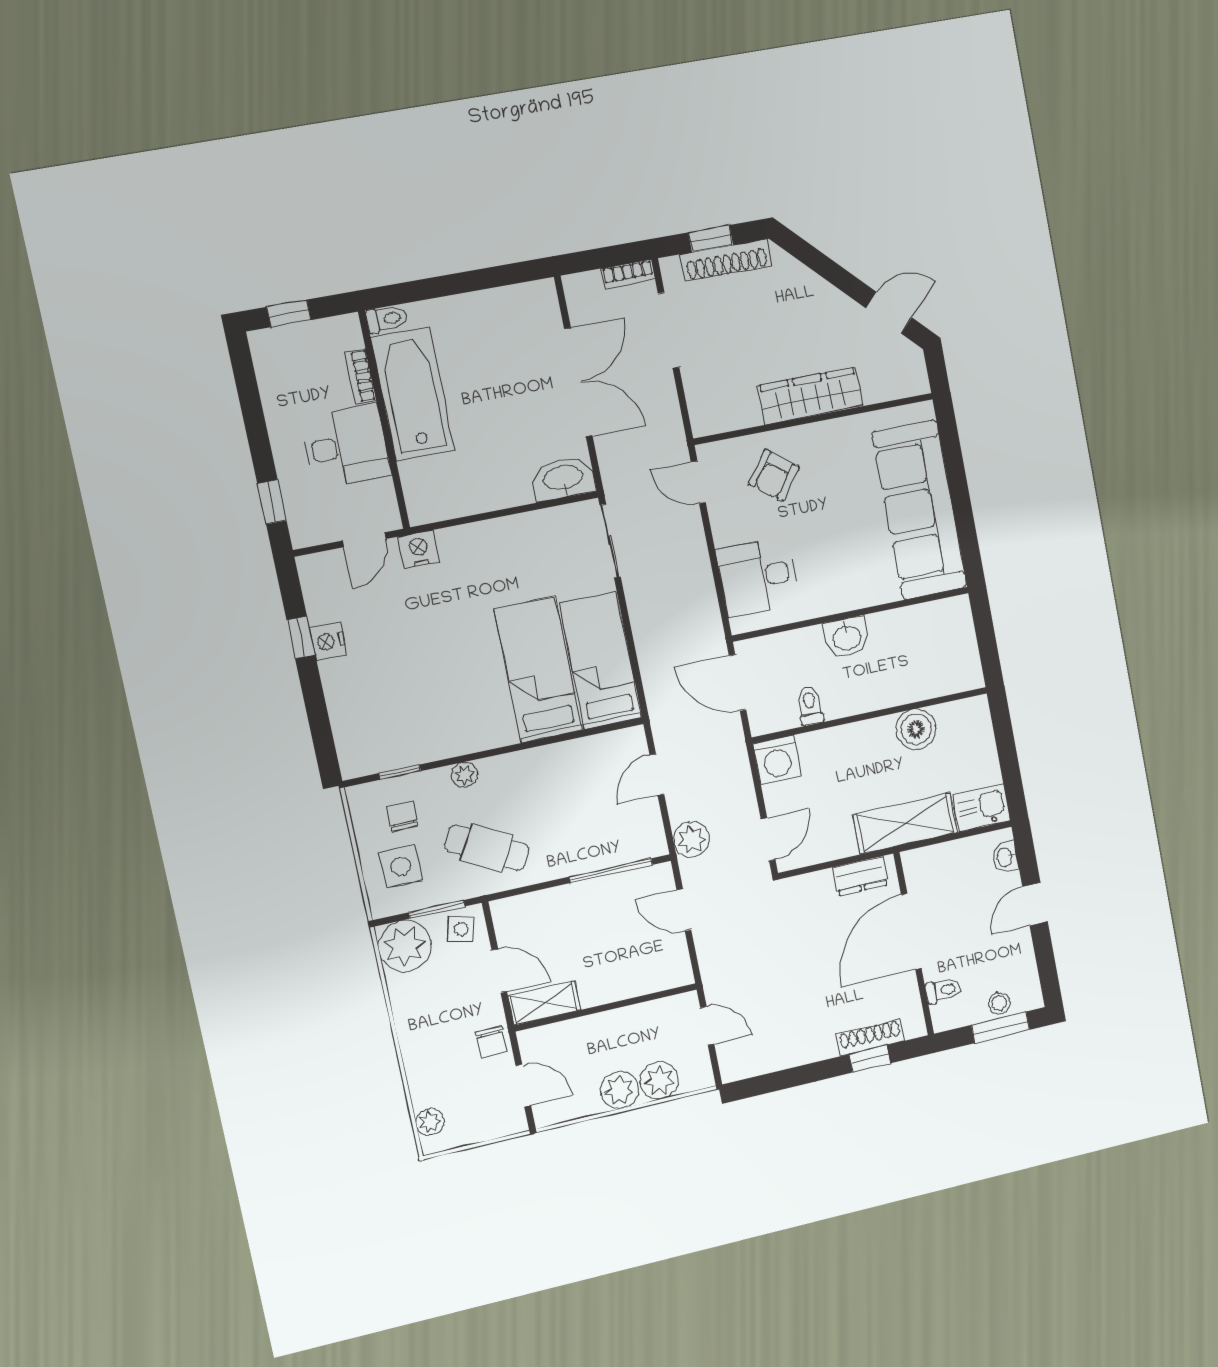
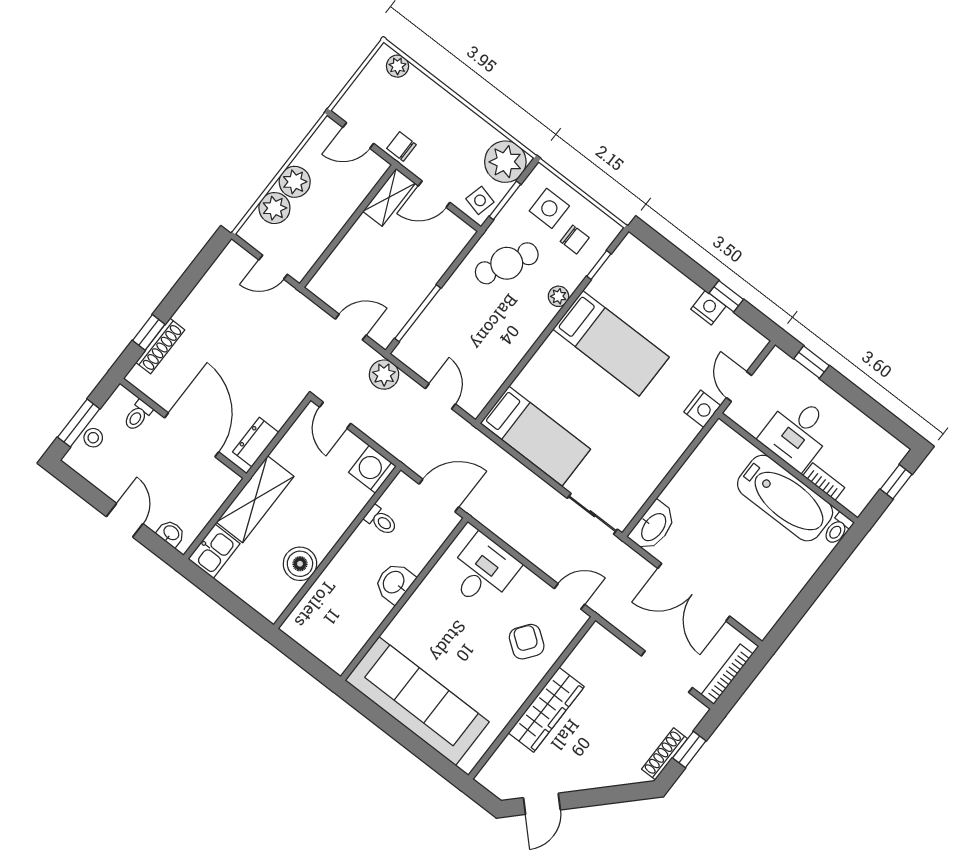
shoe rack: (726, 260) -> (665, 754), width x0.74, depth x0.81
bookcase: (628, 274) -> (727, 674), width x1.56
bed: (538, 670) -> (611, 343), moved

